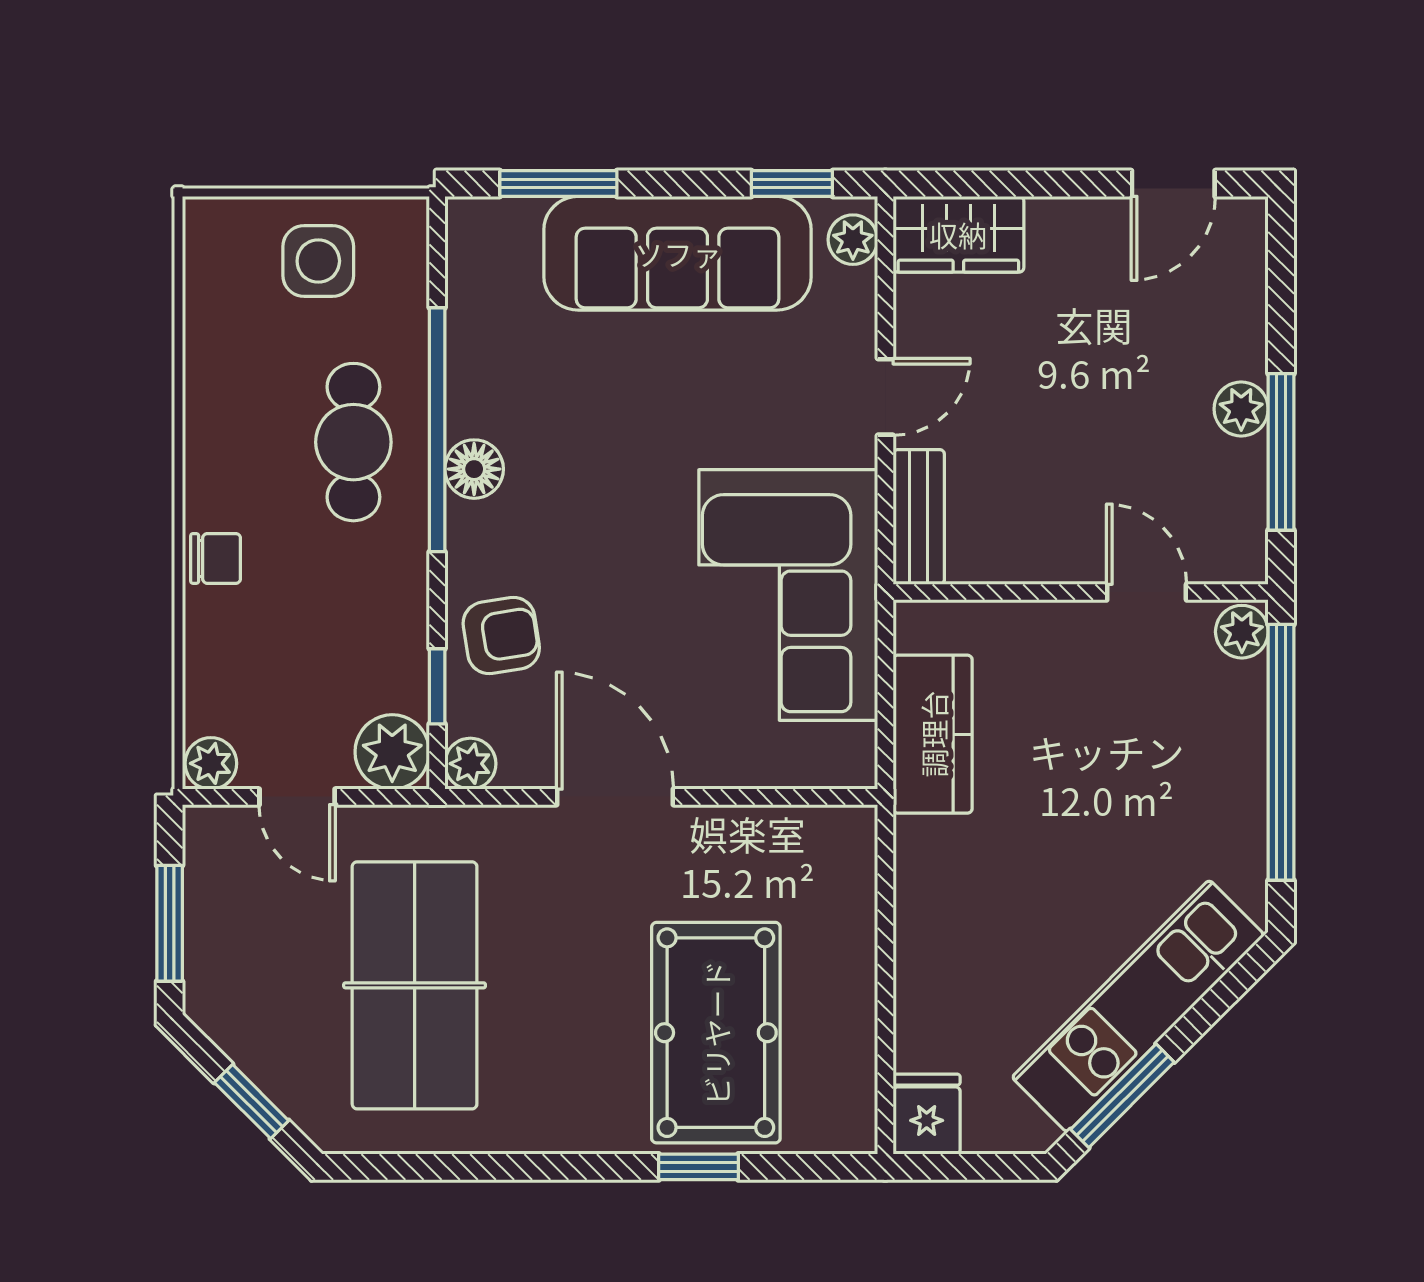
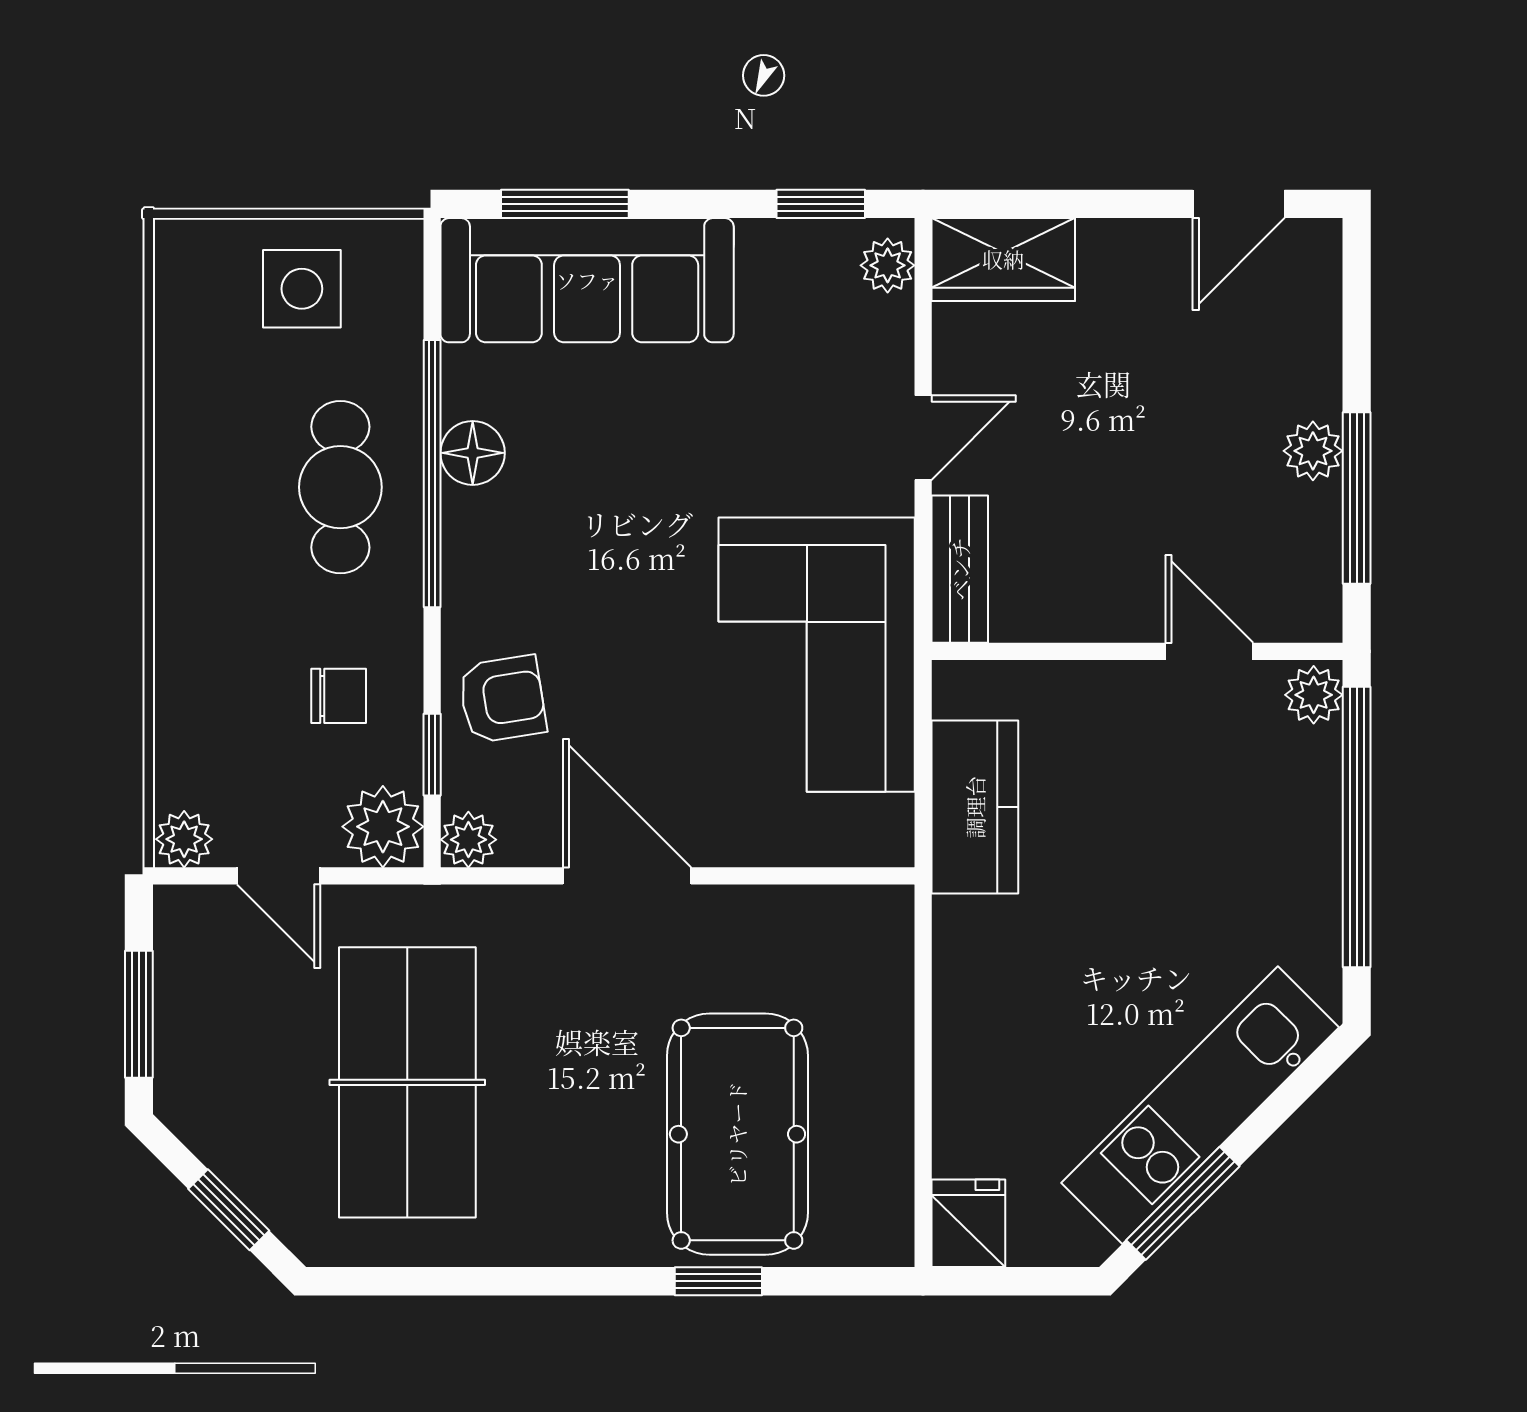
sofa: (678, 253) -> (587, 280), moved
floor lamp: (474, 469) -> (473, 453), moved
chair: (216, 558) -> (339, 696), moved

